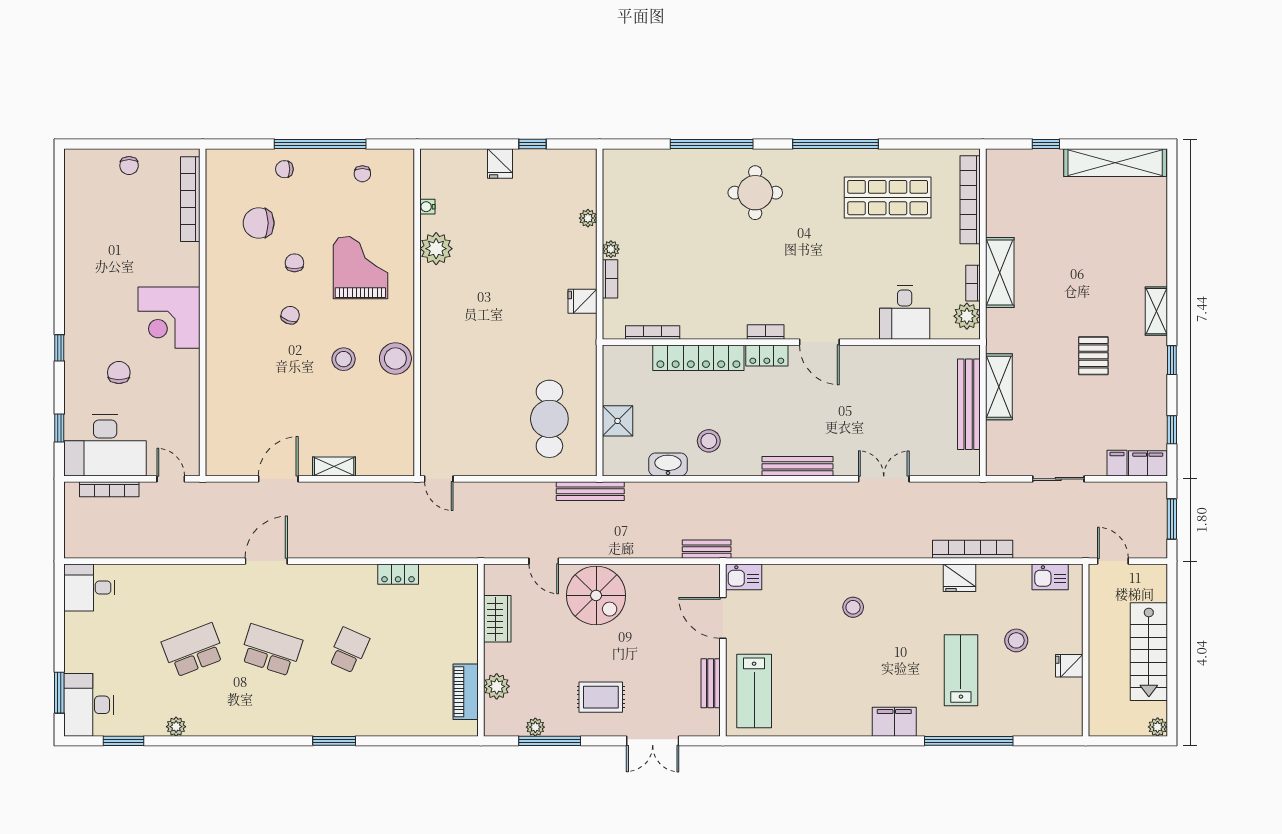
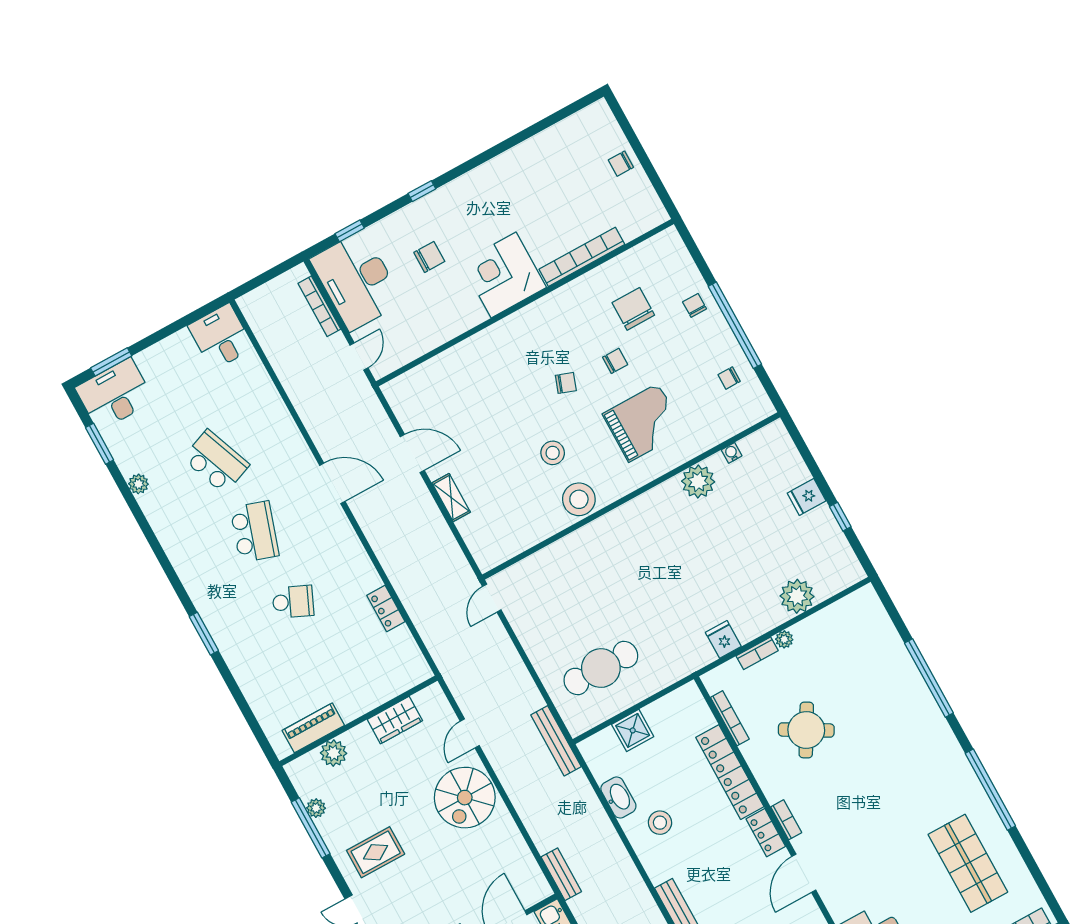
round table: (755, 193) -> (806, 730), moved, turned 30
bookcase: (190, 199) -> (582, 257), moved
plant: (588, 218) -> (797, 596), width x1.88, depth x1.88
rug: (601, 697) -> (376, 852), turned 90

